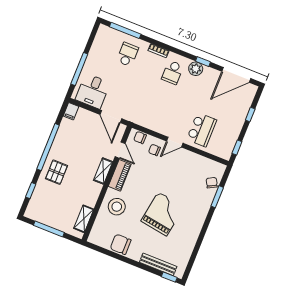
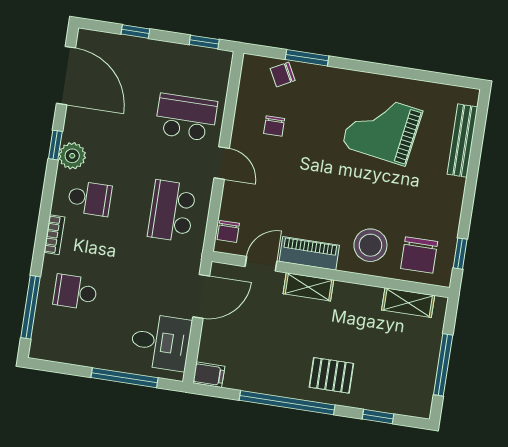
school desk: (157, 112) -> (172, 211), added
chair: (154, 150) -> (274, 126), moved
grand piano: (162, 214) -> (382, 128), moved
chair: (121, 244) -> (419, 255), moved
window: (169, 277) -> (460, 254), moved

